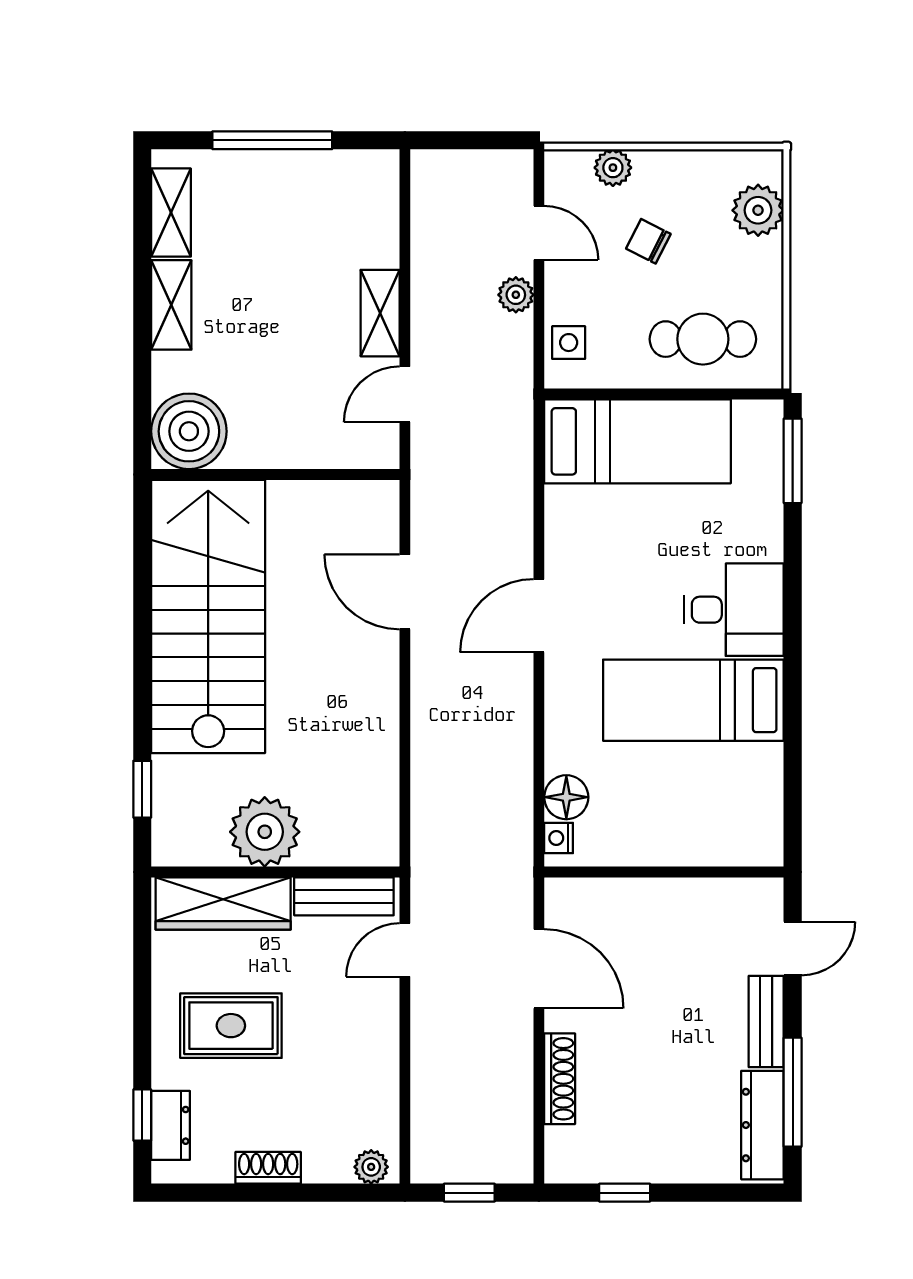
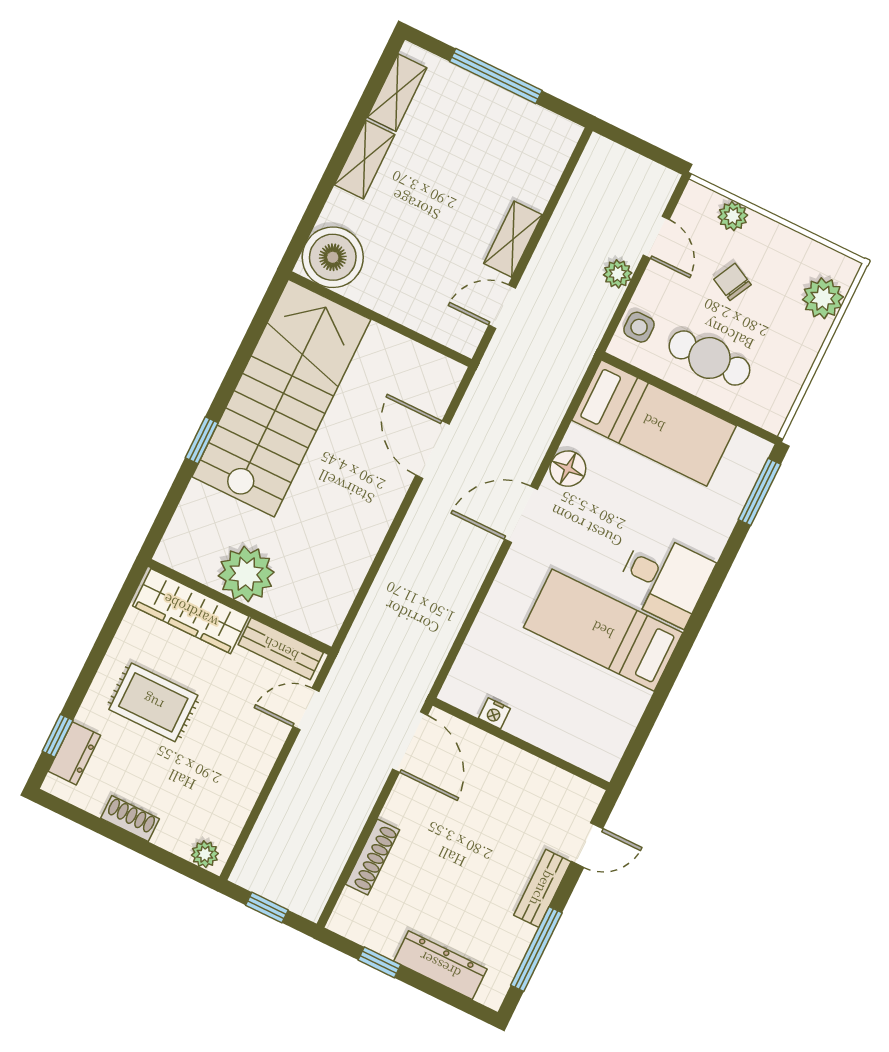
cafe table: (703, 339) -> (709, 358), moved
window: (142, 789) -> (202, 440), moved
floor lamp: (566, 797) -> (568, 469), moved
nightstand: (559, 838) -> (494, 713), moved, turned -90
door: (539, 969) -> (410, 742), moved
dresser: (762, 1125) -> (440, 965), moved, turned 90

